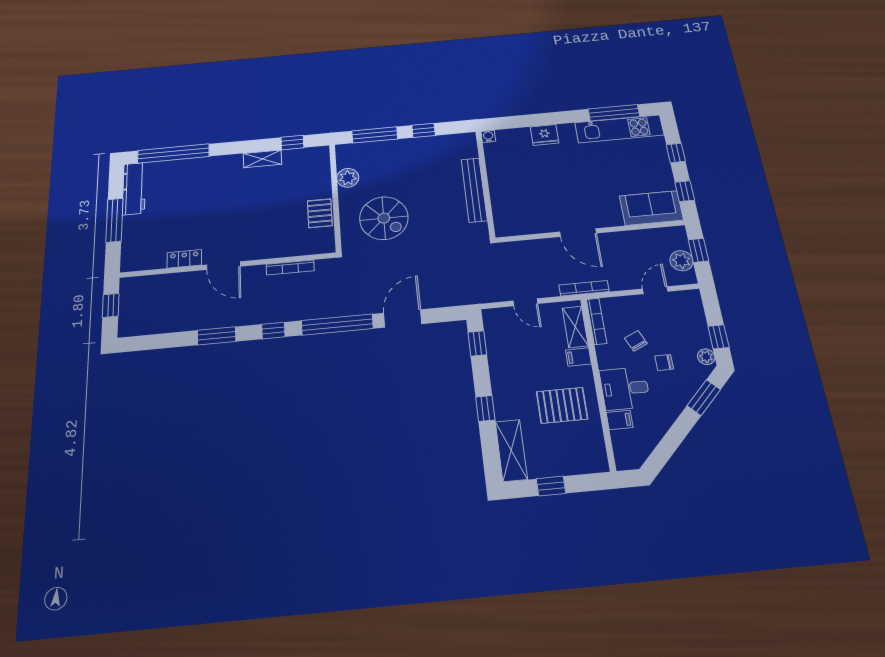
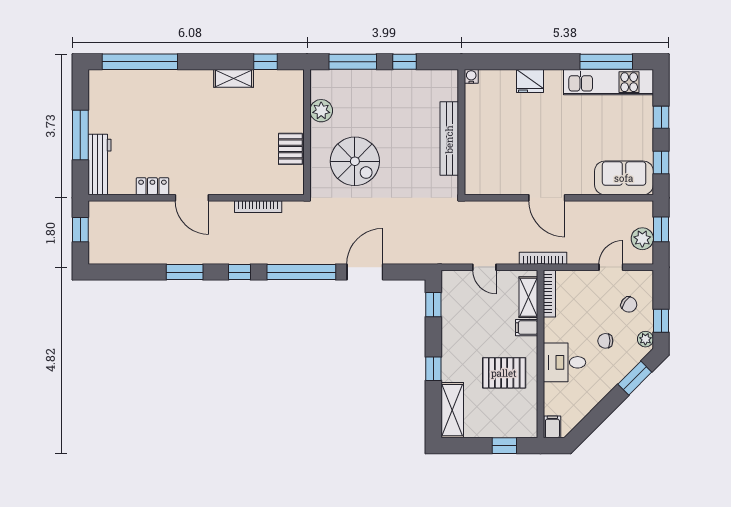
workbench: (134, 189) -> (100, 165), moved
chair: (636, 341) -> (629, 304), moved, turned 150
filing cabinet: (620, 420) -> (552, 427), moved, turned -90
window: (551, 486) -> (504, 446), moved

